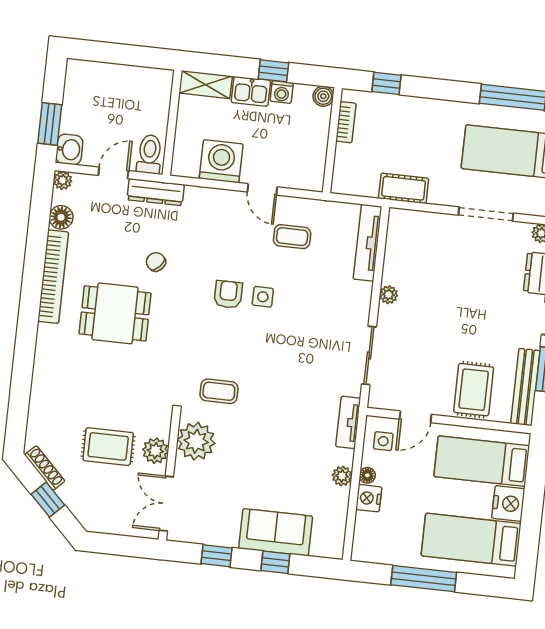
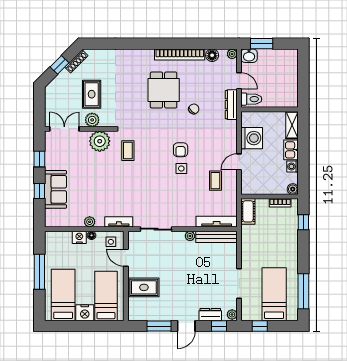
window: (273, 71) -> (303, 161), removed
cot: (404, 188) -> (248, 211), moved
armchair: (228, 294) -> (181, 150), turned 90
bench: (525, 387) -> (217, 237), moved

